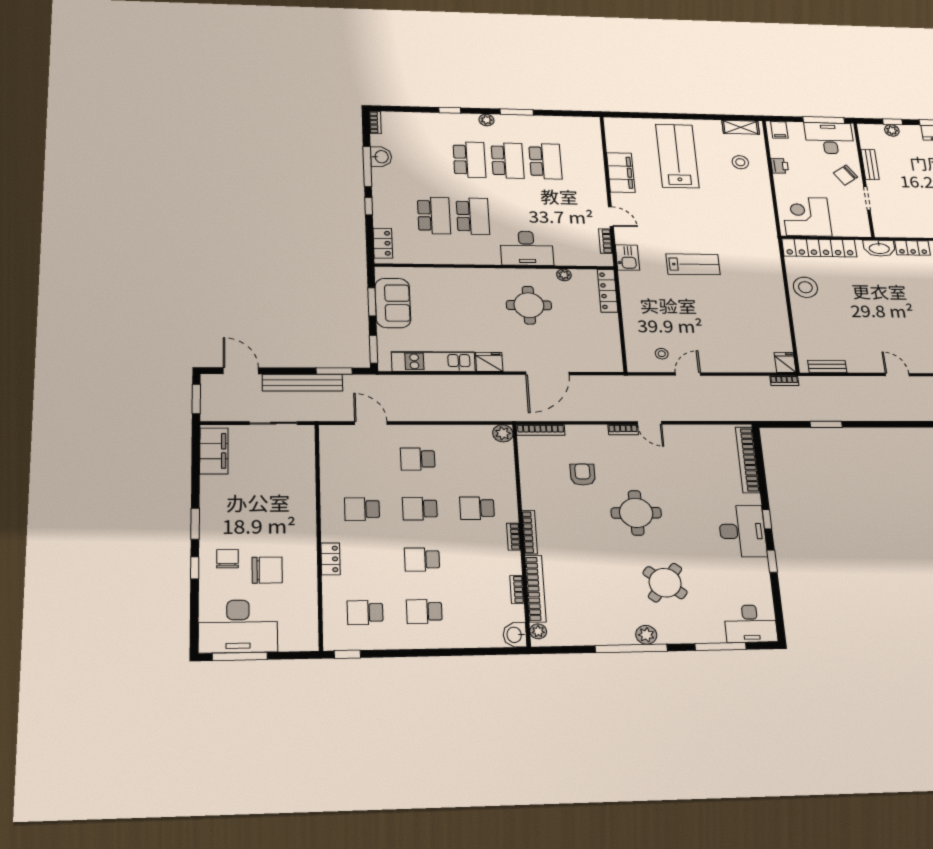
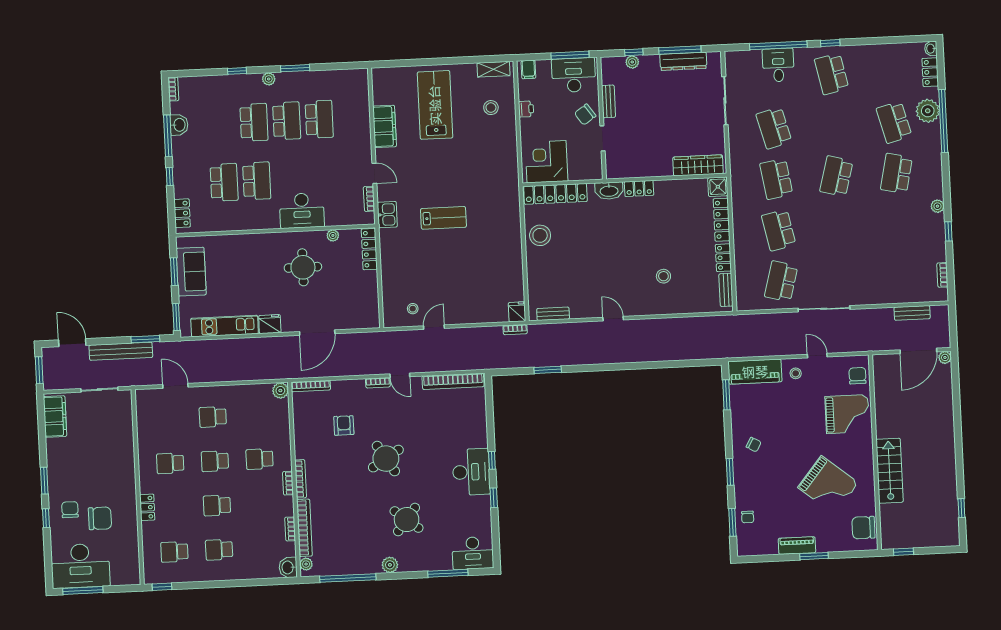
bookcase: (748, 460) -> (453, 381), moved, turned -90
round table: (636, 513) -> (386, 459), turned -32
window: (631, 648) -> (348, 578), moved

